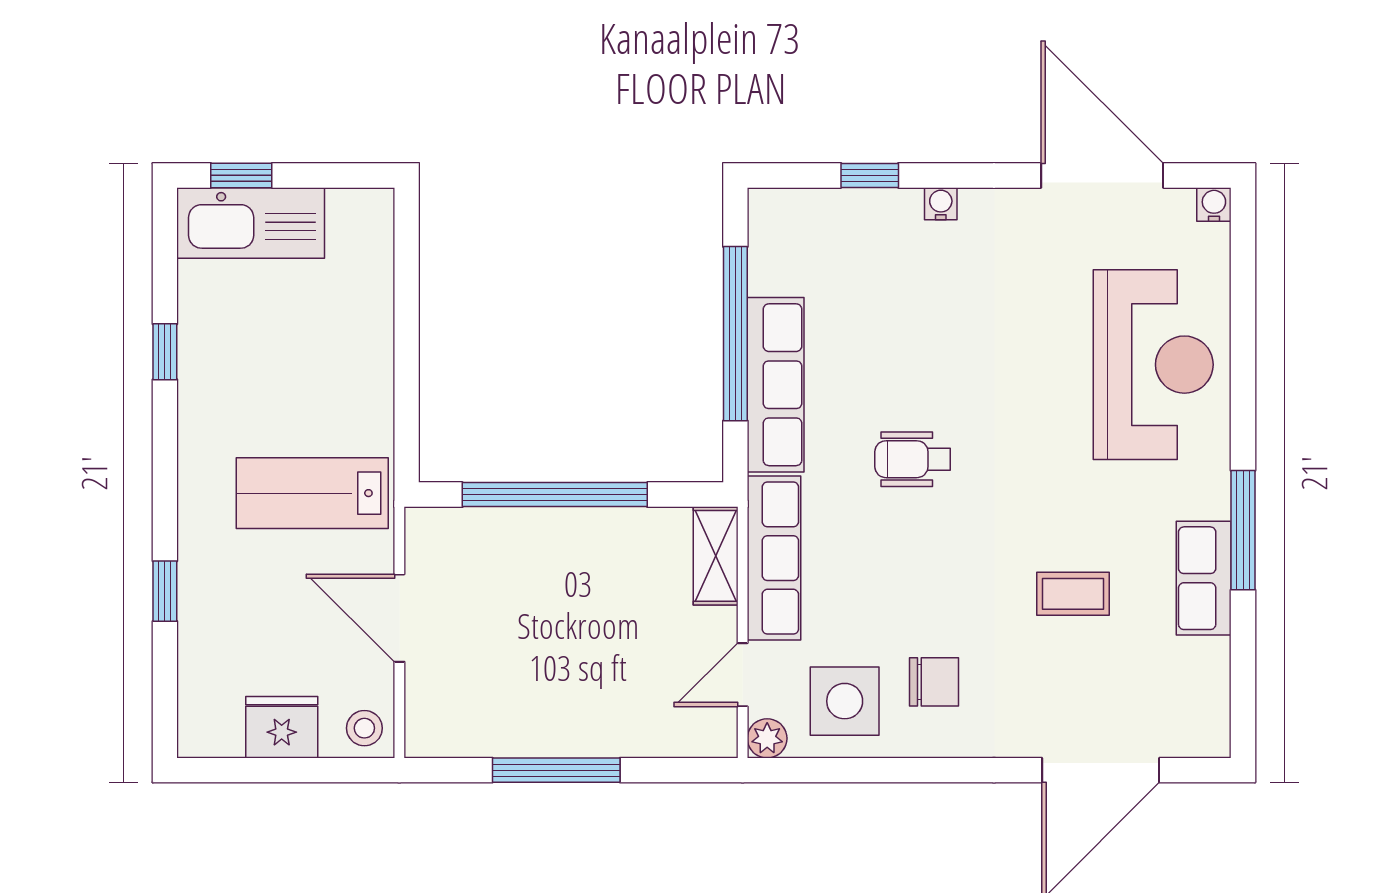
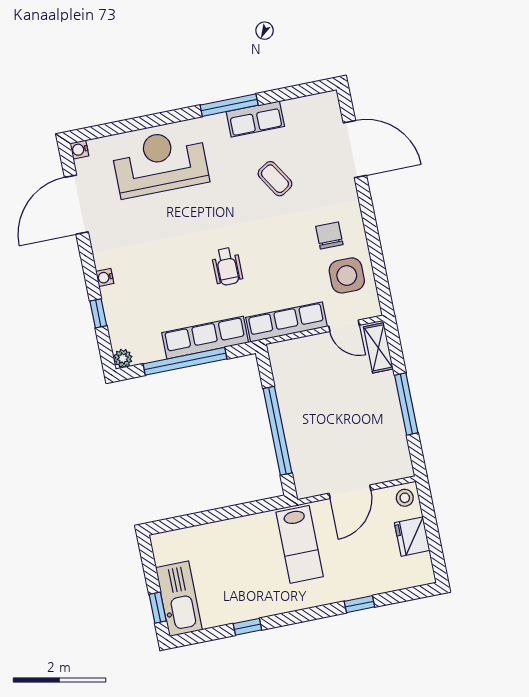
shelving: (716, 556) -> (378, 348), moved, turned 90
coffee table: (1073, 594) -> (275, 179), turned -32
plant: (767, 738) -> (123, 358), moved

